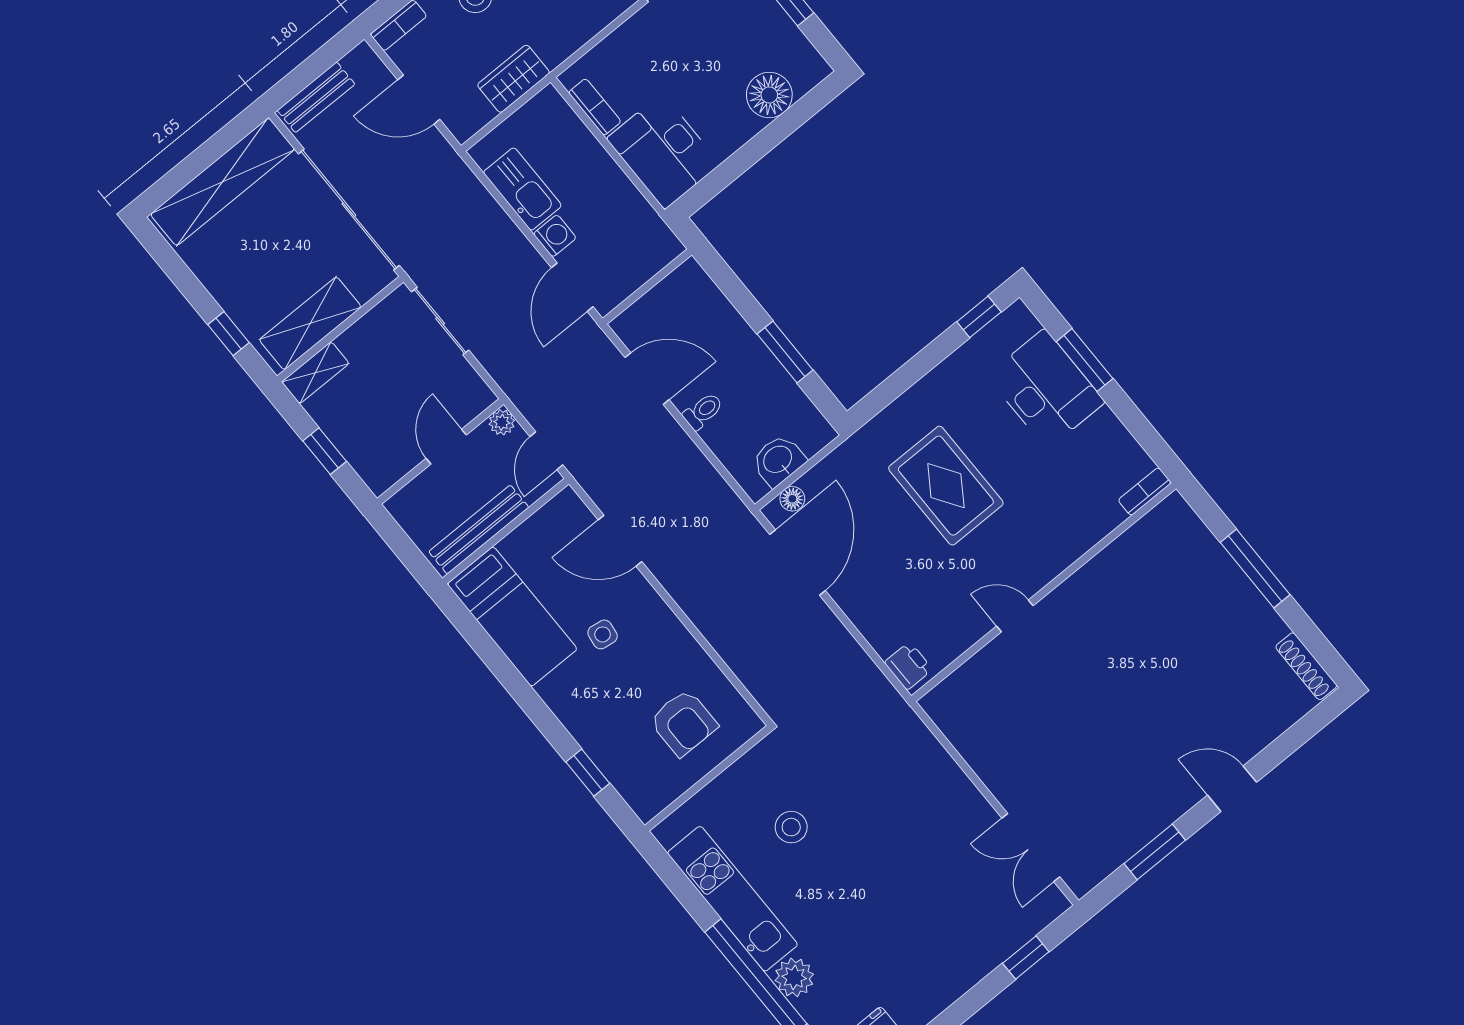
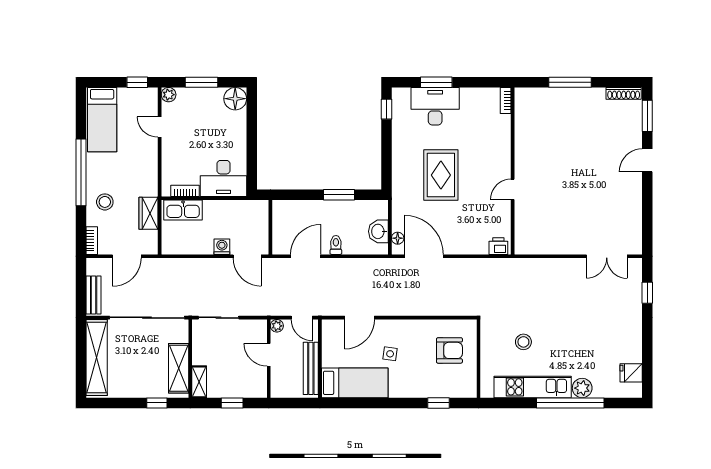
floor lamp: (769, 95) -> (235, 99), moved
kitchen sink: (522, 189) -> (183, 210), moved, turned 180
rug: (946, 486) -> (441, 175), turned 90
window: (1155, 852) -> (647, 116), moved

